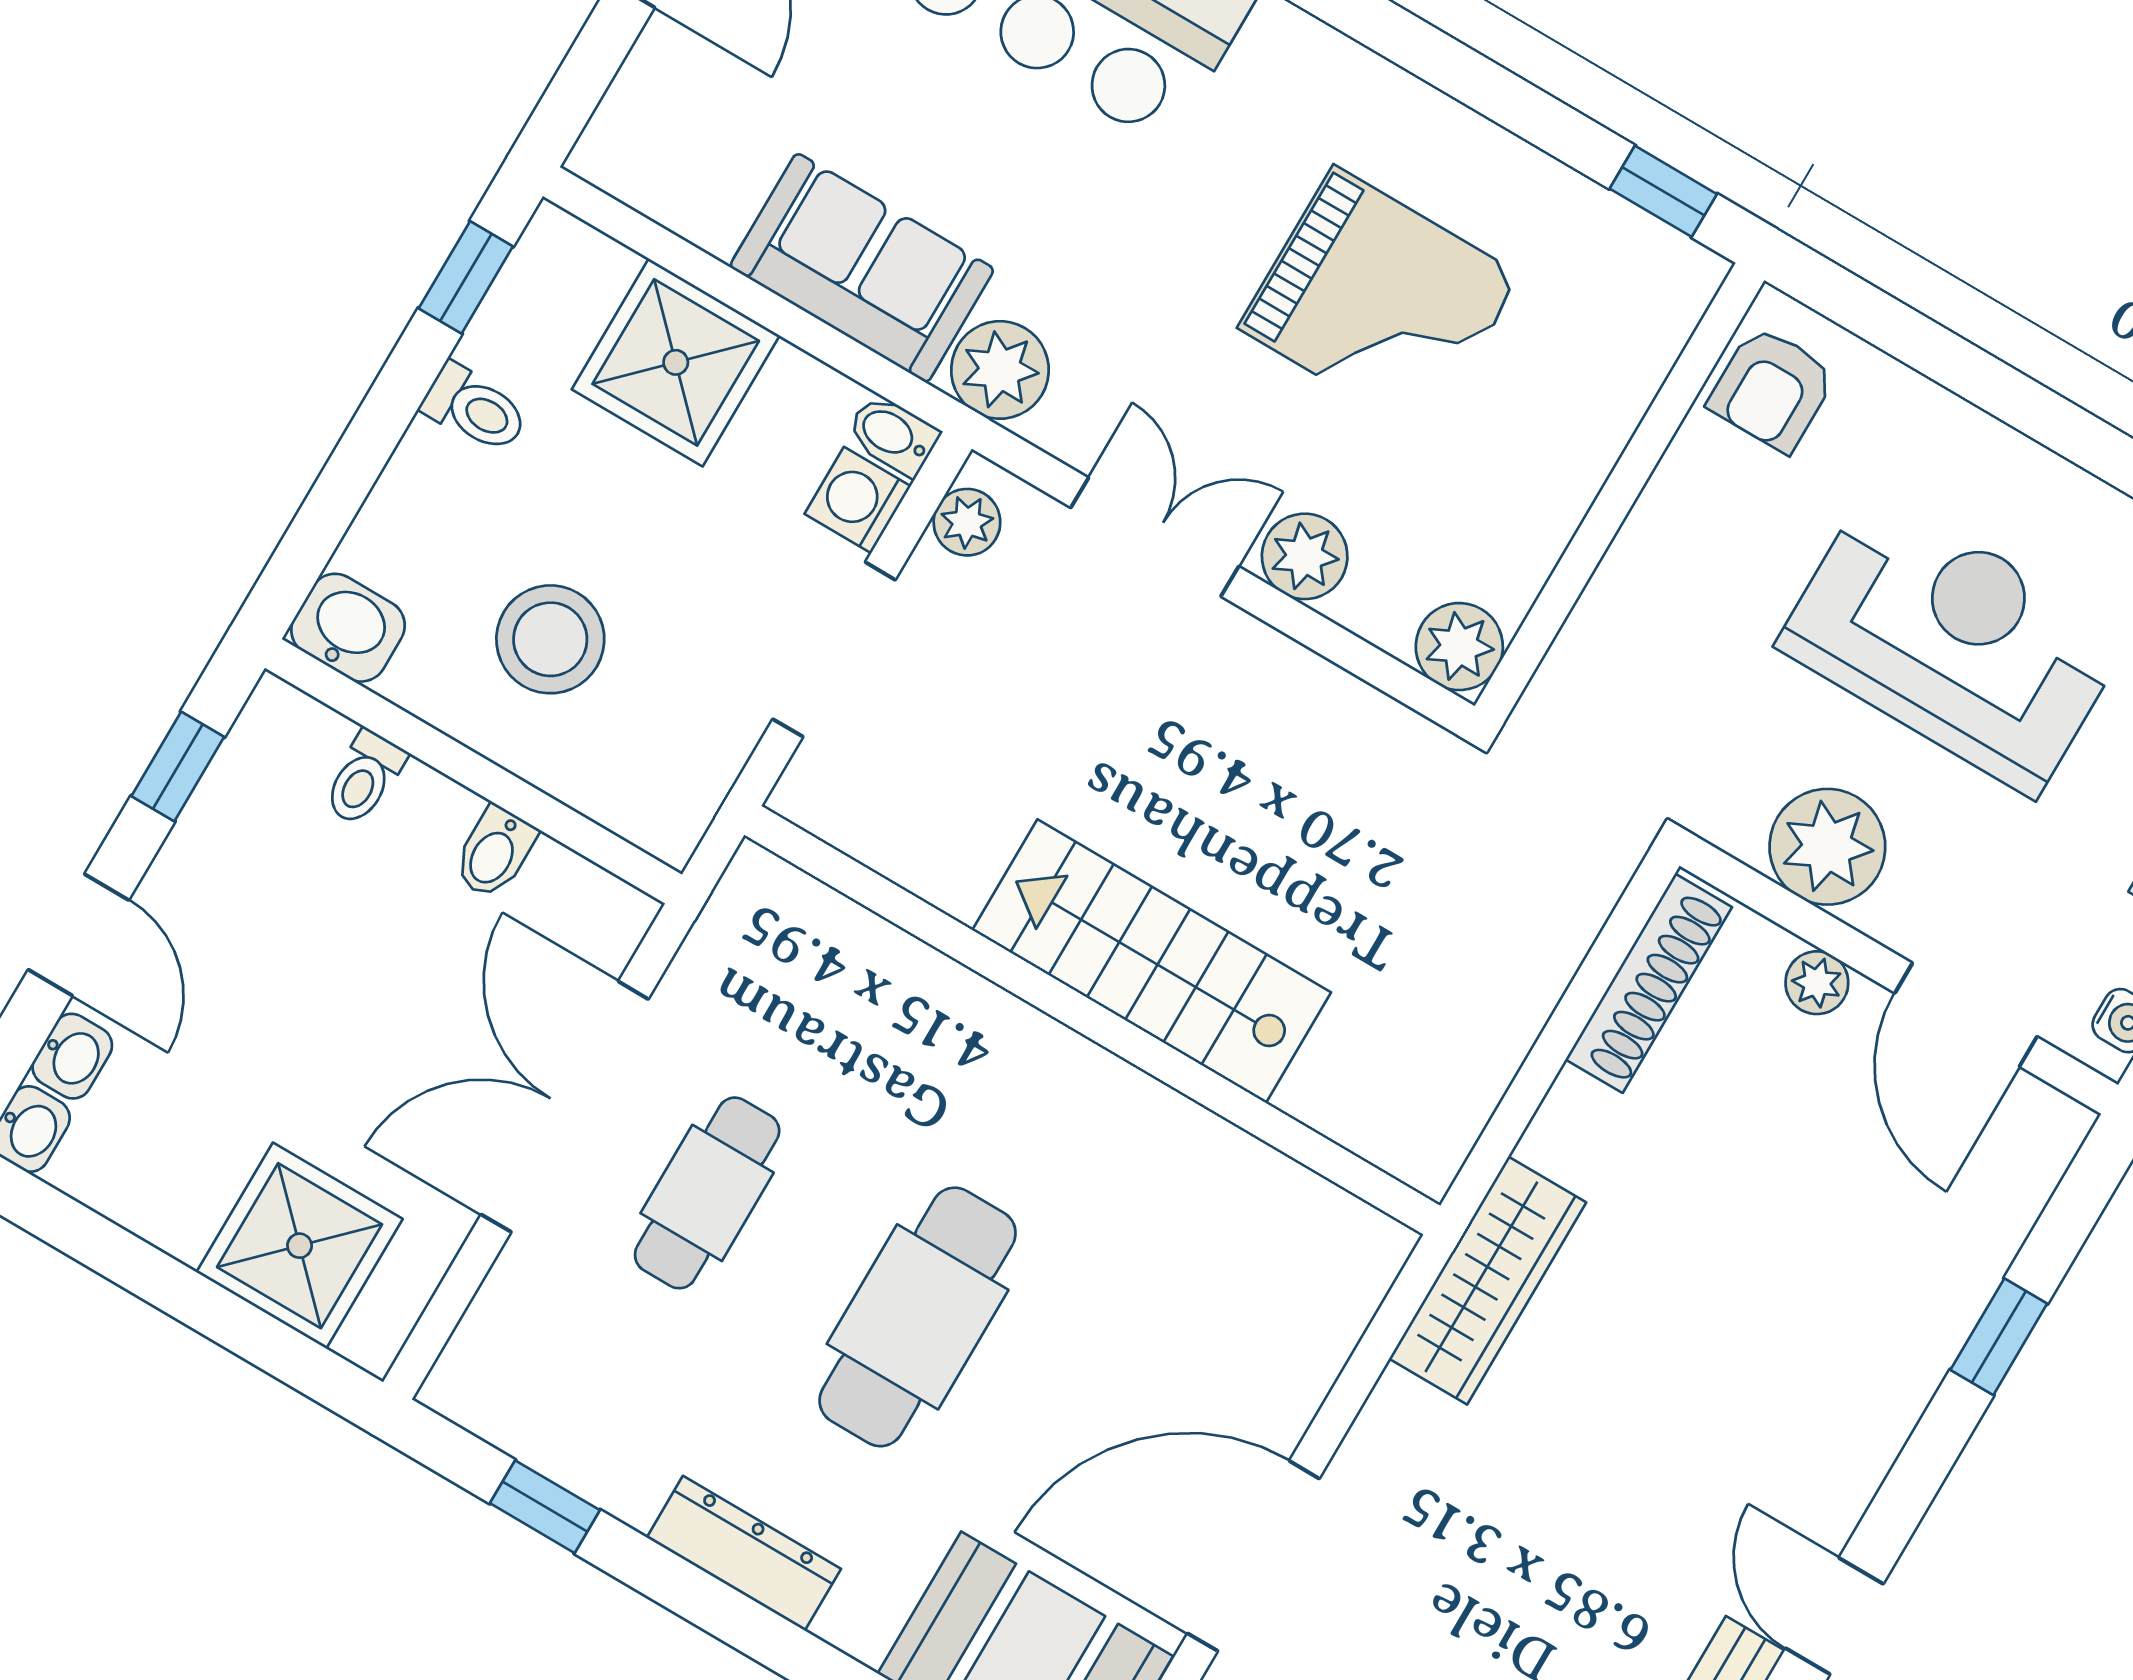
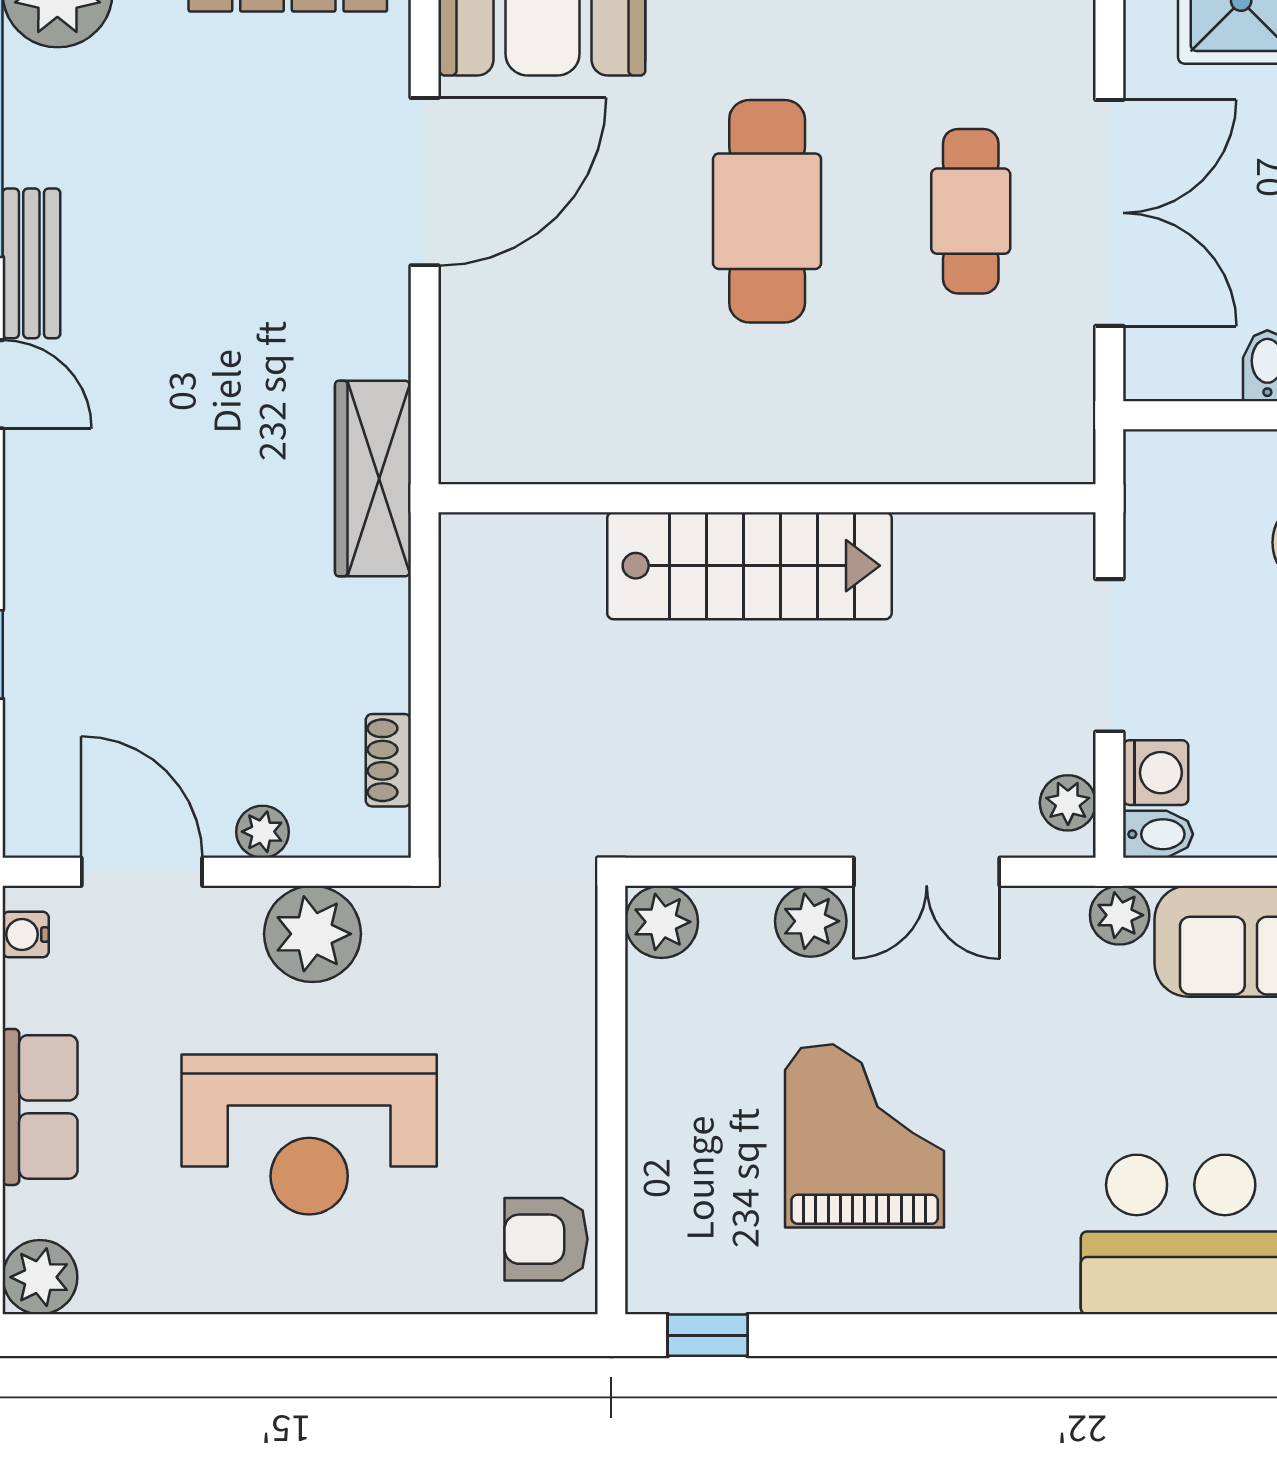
grand piano: (1380, 302) -> (865, 1136), turned 90
plant: (1000, 370) -> (1120, 915), width x0.73, depth x0.73
armchair: (1772, 389) -> (546, 1239), turned -90
shoe rack: (1649, 983) -> (388, 760), width x0.51, depth x0.81

